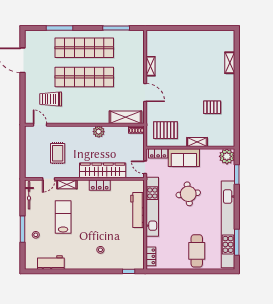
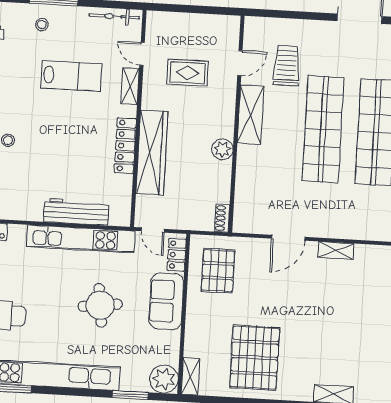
pallet: (212, 107) -> (255, 358), width x2.05, depth x2.00
shelving: (126, 117) -> (251, 115), moved
door: (40, 125) -> (240, 63), moved
shelving: (197, 142) -> (190, 376), moved
door: (145, 167) -> (153, 230), swing flipped
locker: (100, 185) -> (125, 146), width x1.53

